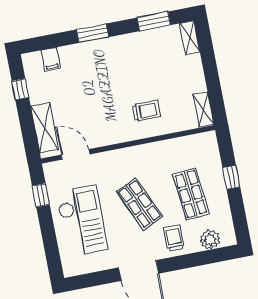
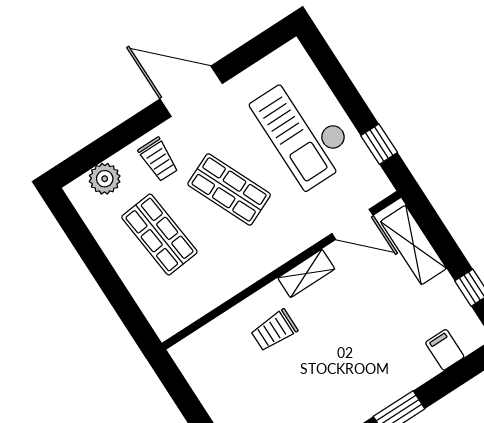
shelving: (203, 110) -> (306, 273), moved, turned 90
window: (231, 177) -> (110, 283), removed

